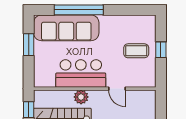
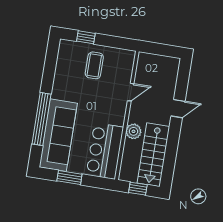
window: (161, 50) -> (86, 37), moved
bar counter: (81, 73) -> (105, 151), moved

